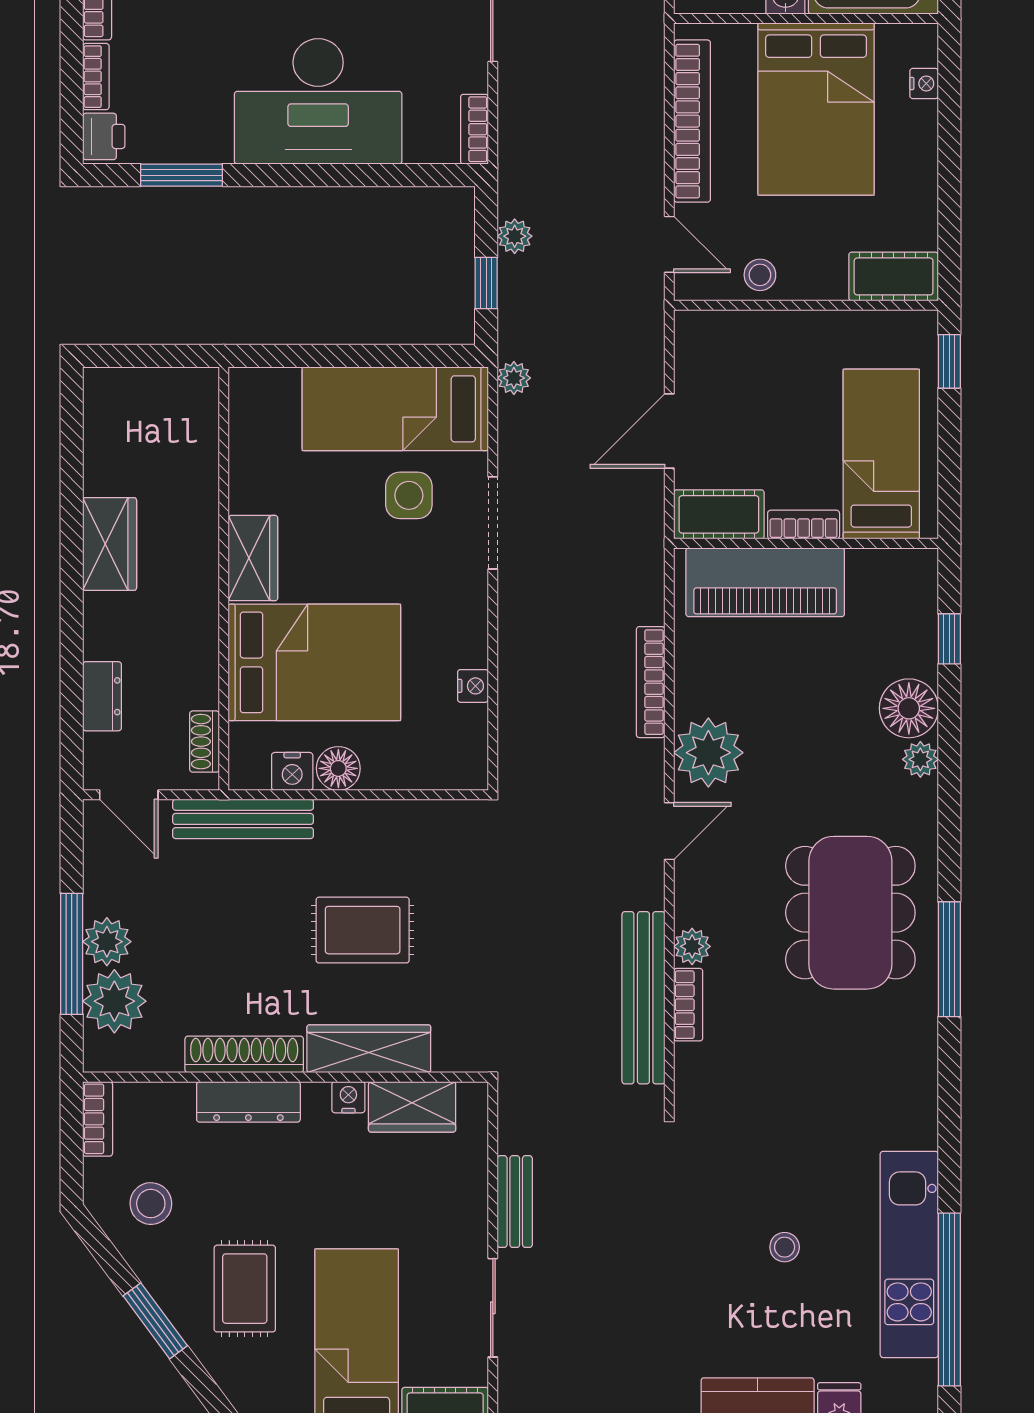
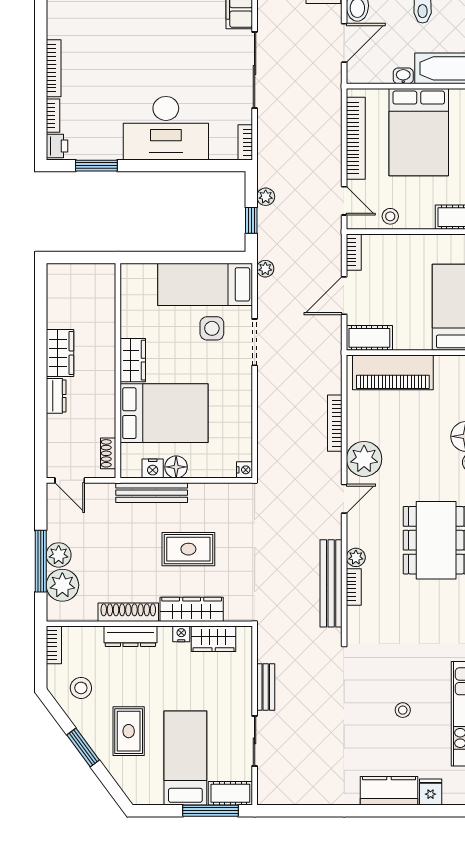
bookcase: (804, 525) -> (354, 252), moved, turned 90
nightstand: (473, 686) -> (244, 470), moved
dresser: (102, 696) -> (56, 396), moved
bench: (243, 819) -> (152, 493), moved

